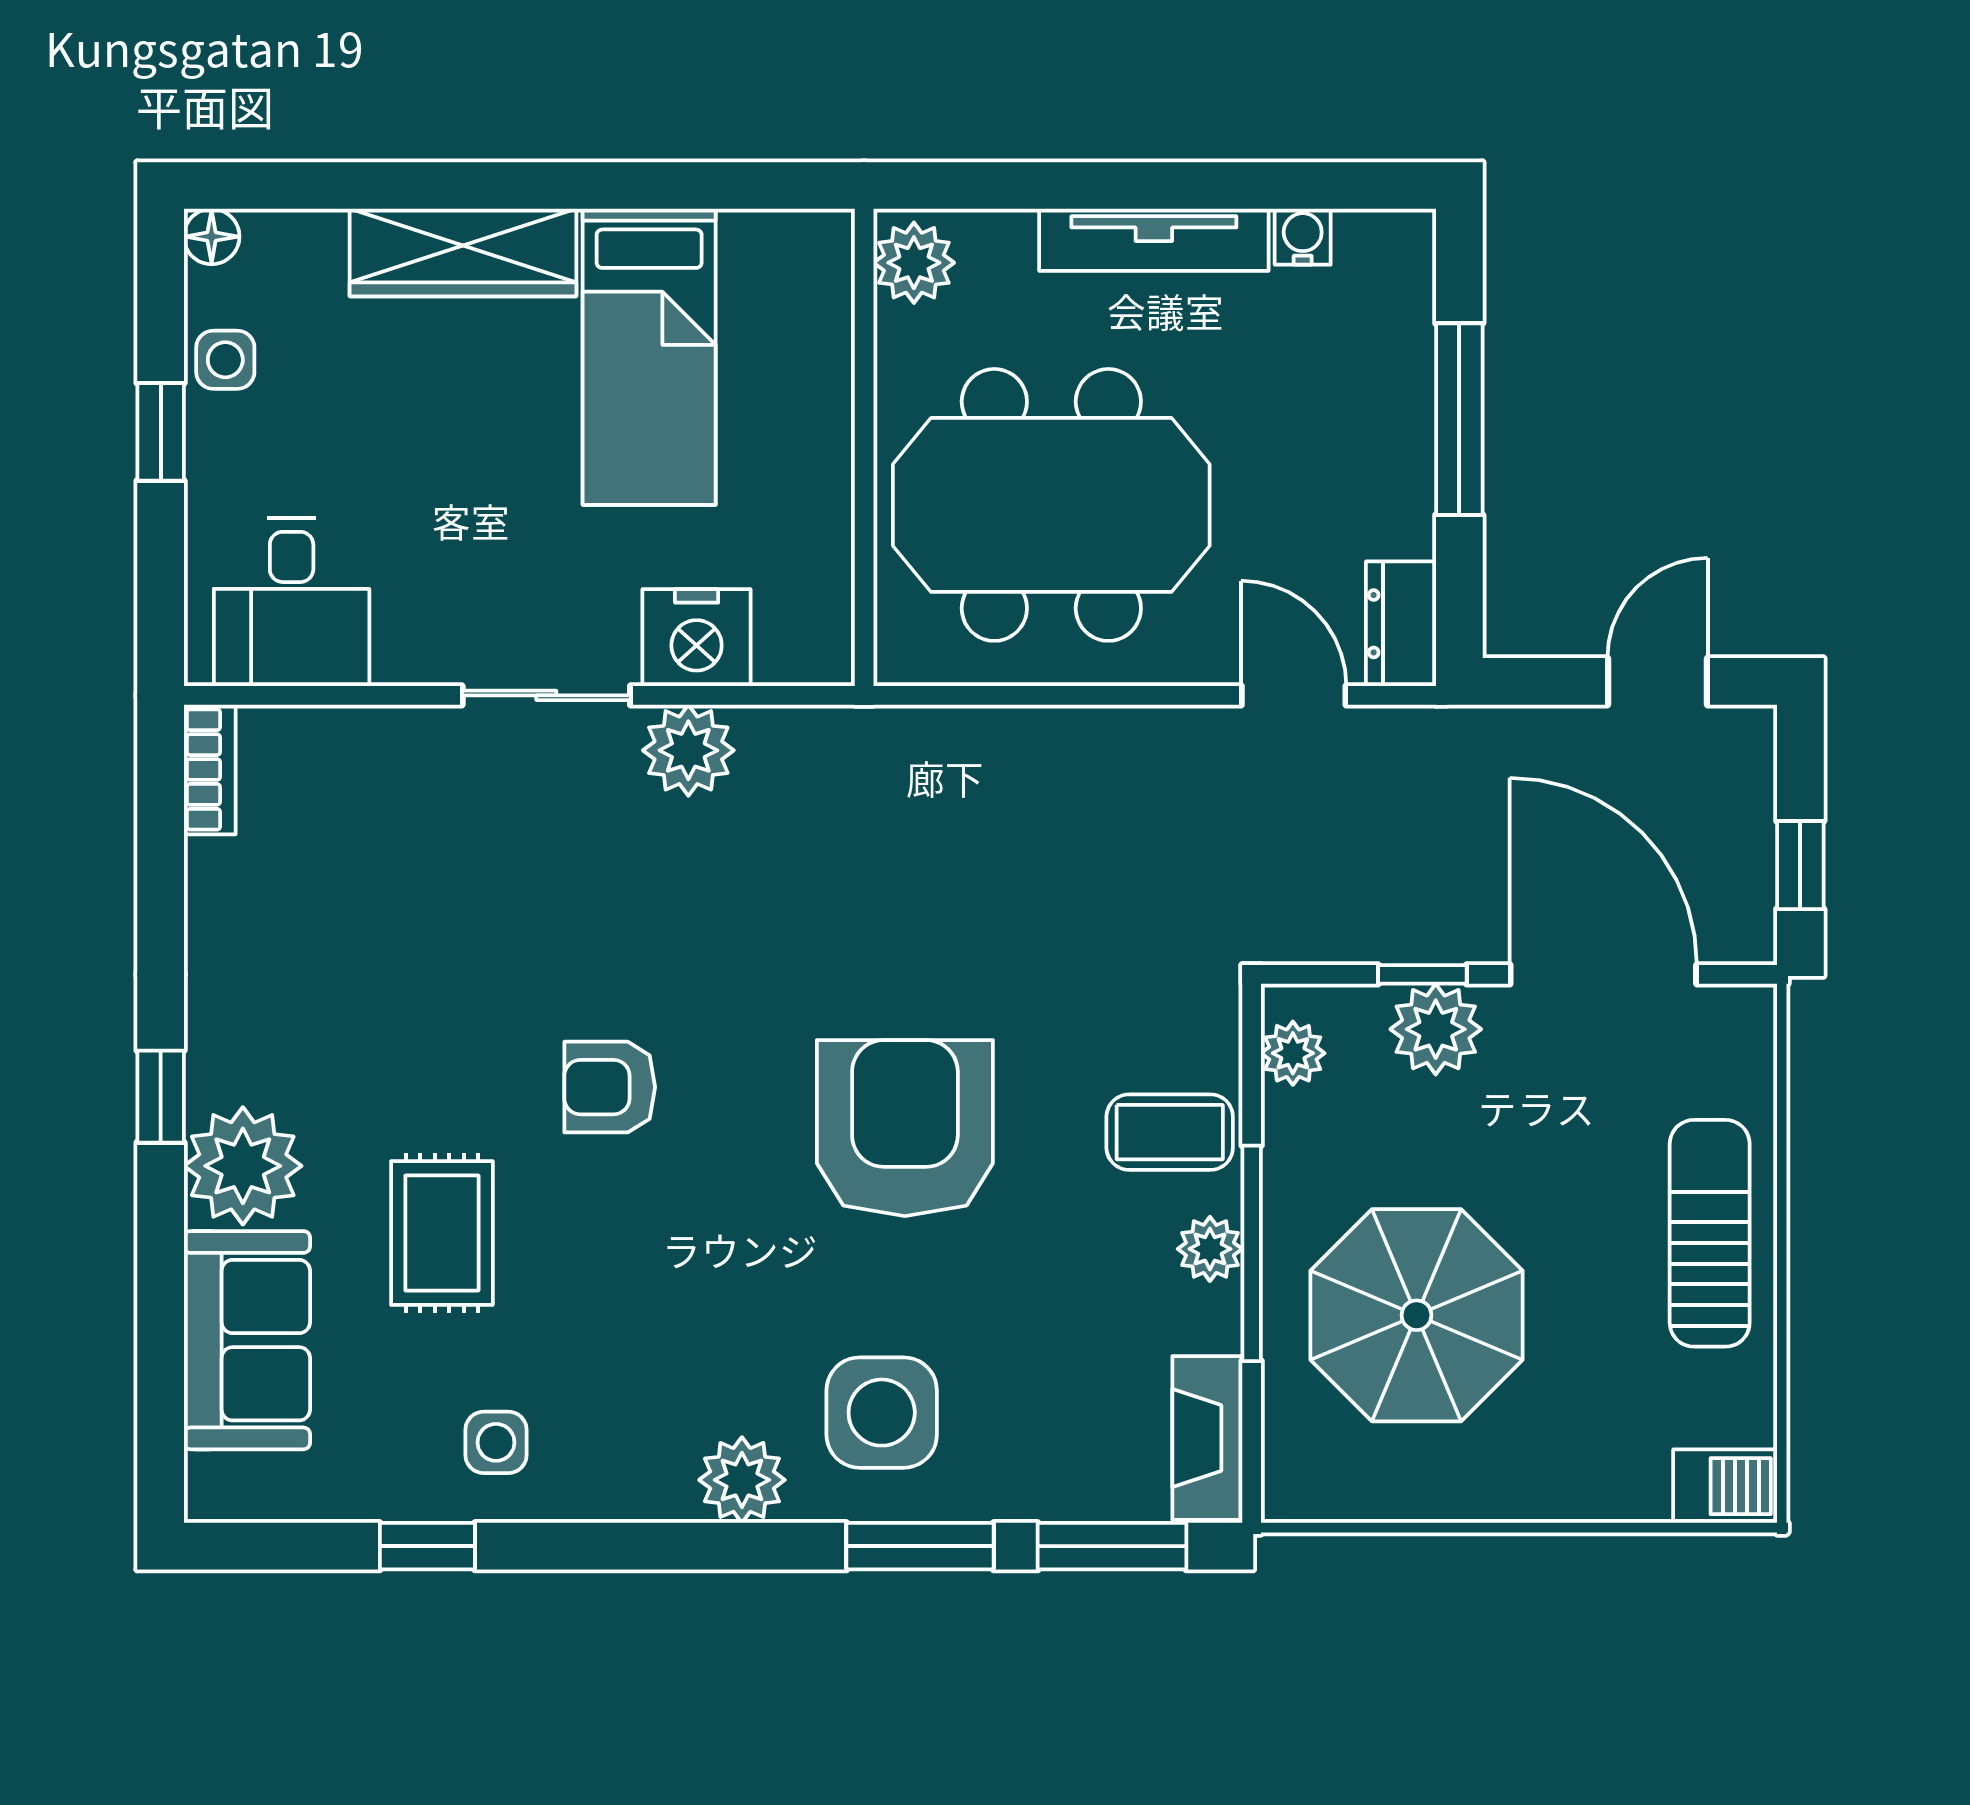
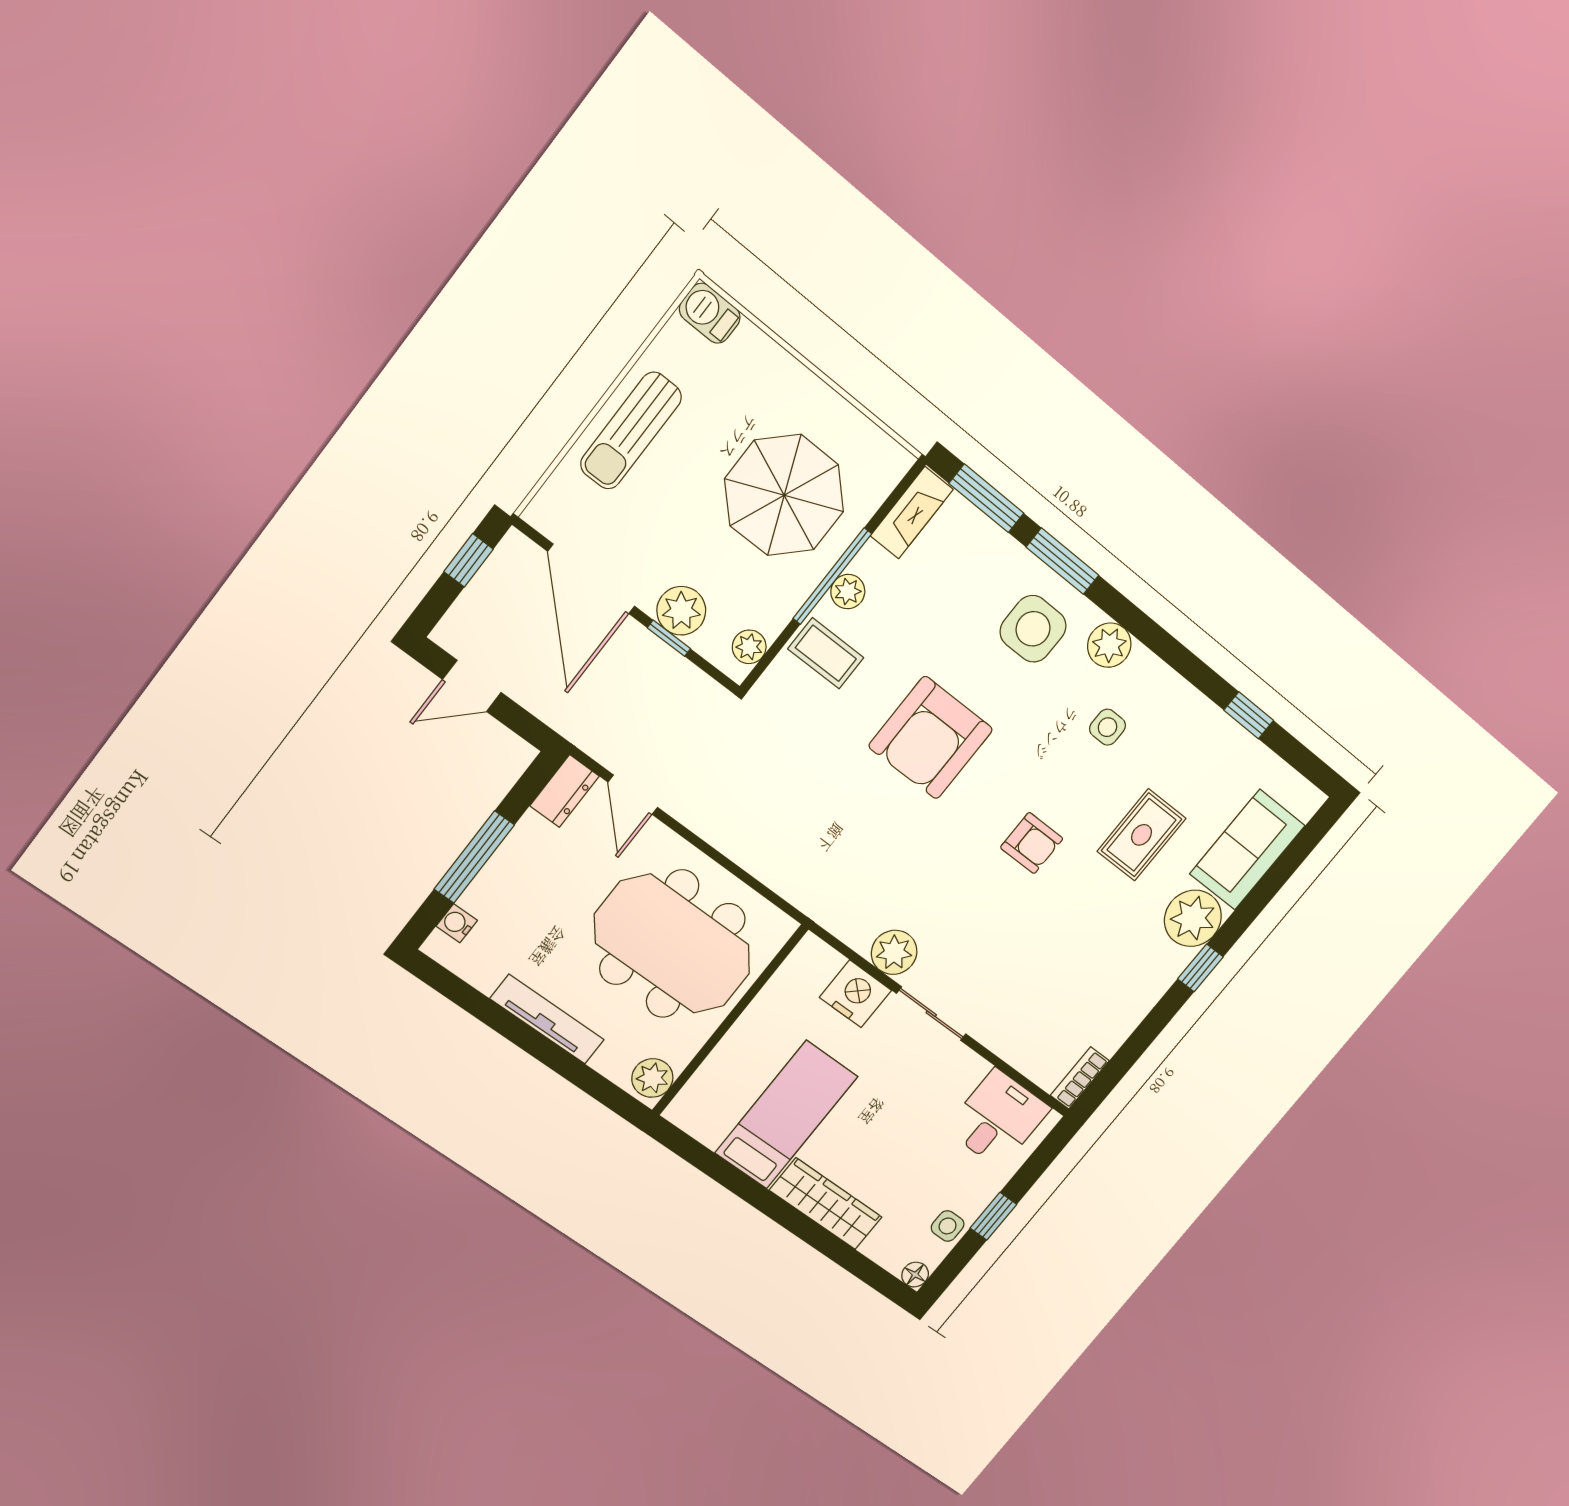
water cooler: (1303, 237) -> (457, 923), moved, turned 90
side table: (496, 1442) -> (1108, 727), moved

